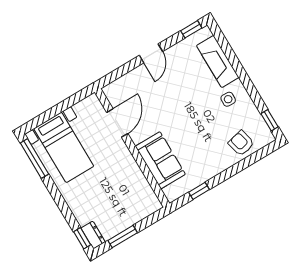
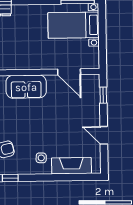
window: (191, 29) -> (103, 95), moved
door: (151, 53) -> (104, 135), moved

